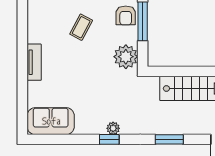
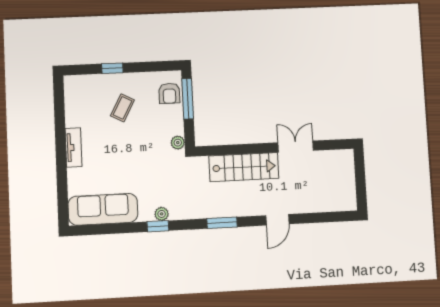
plant: (126, 57) -> (178, 143), width x0.53, depth x0.53
sofa: (51, 121) -> (103, 209), width x1.36

